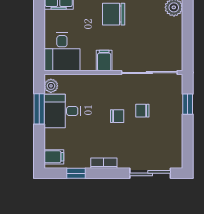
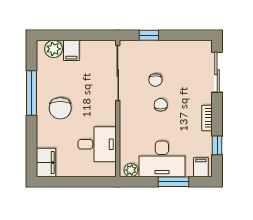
desk: (62, 52) -> (97, 144), moved
filing cabinet: (104, 60) -> (71, 50), moved, turned -90
window: (39, 109) -> (173, 182), moved
desk: (62, 111) -> (162, 159), width x1.37

